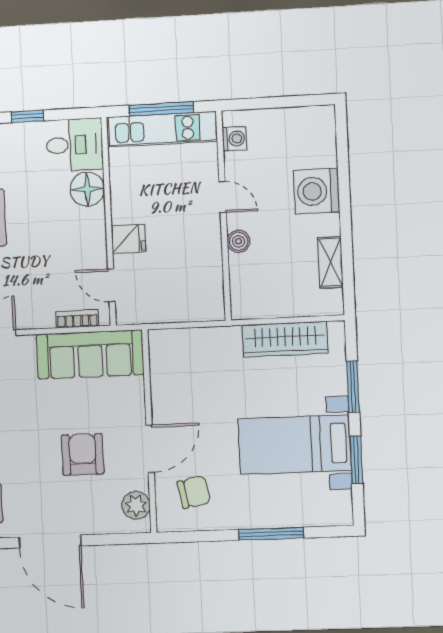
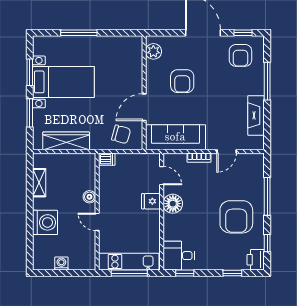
window: (28, 116) -> (185, 273), moved
washing machine: (234, 139) -> (61, 264), moved, turned 90
floor lamp: (87, 189) -> (173, 204), moved
dishwasher: (210, 310) -> (107, 159), added
bookcase: (77, 319) -> (199, 158), moved
door: (150, 449) -> (144, 107), moved
chair: (194, 492) -> (121, 134), moved, turned -153

